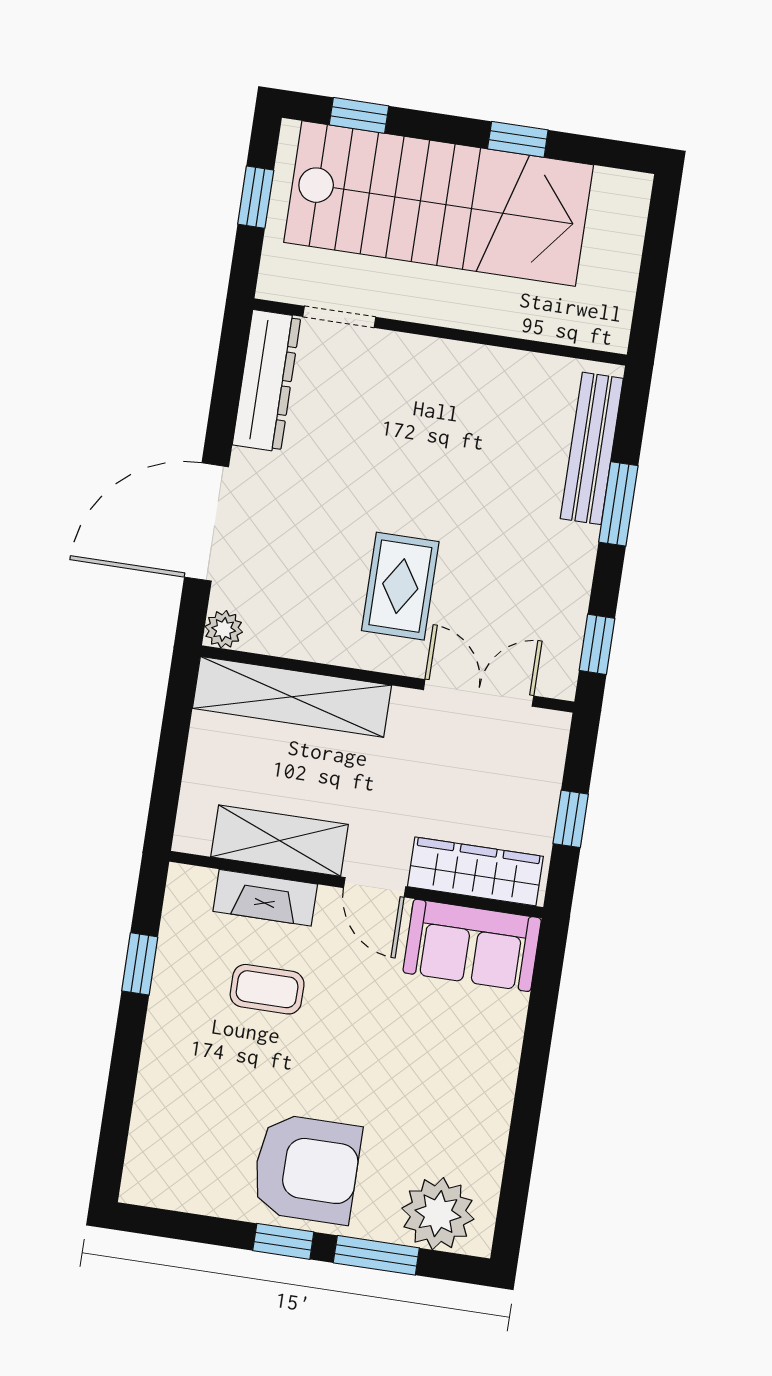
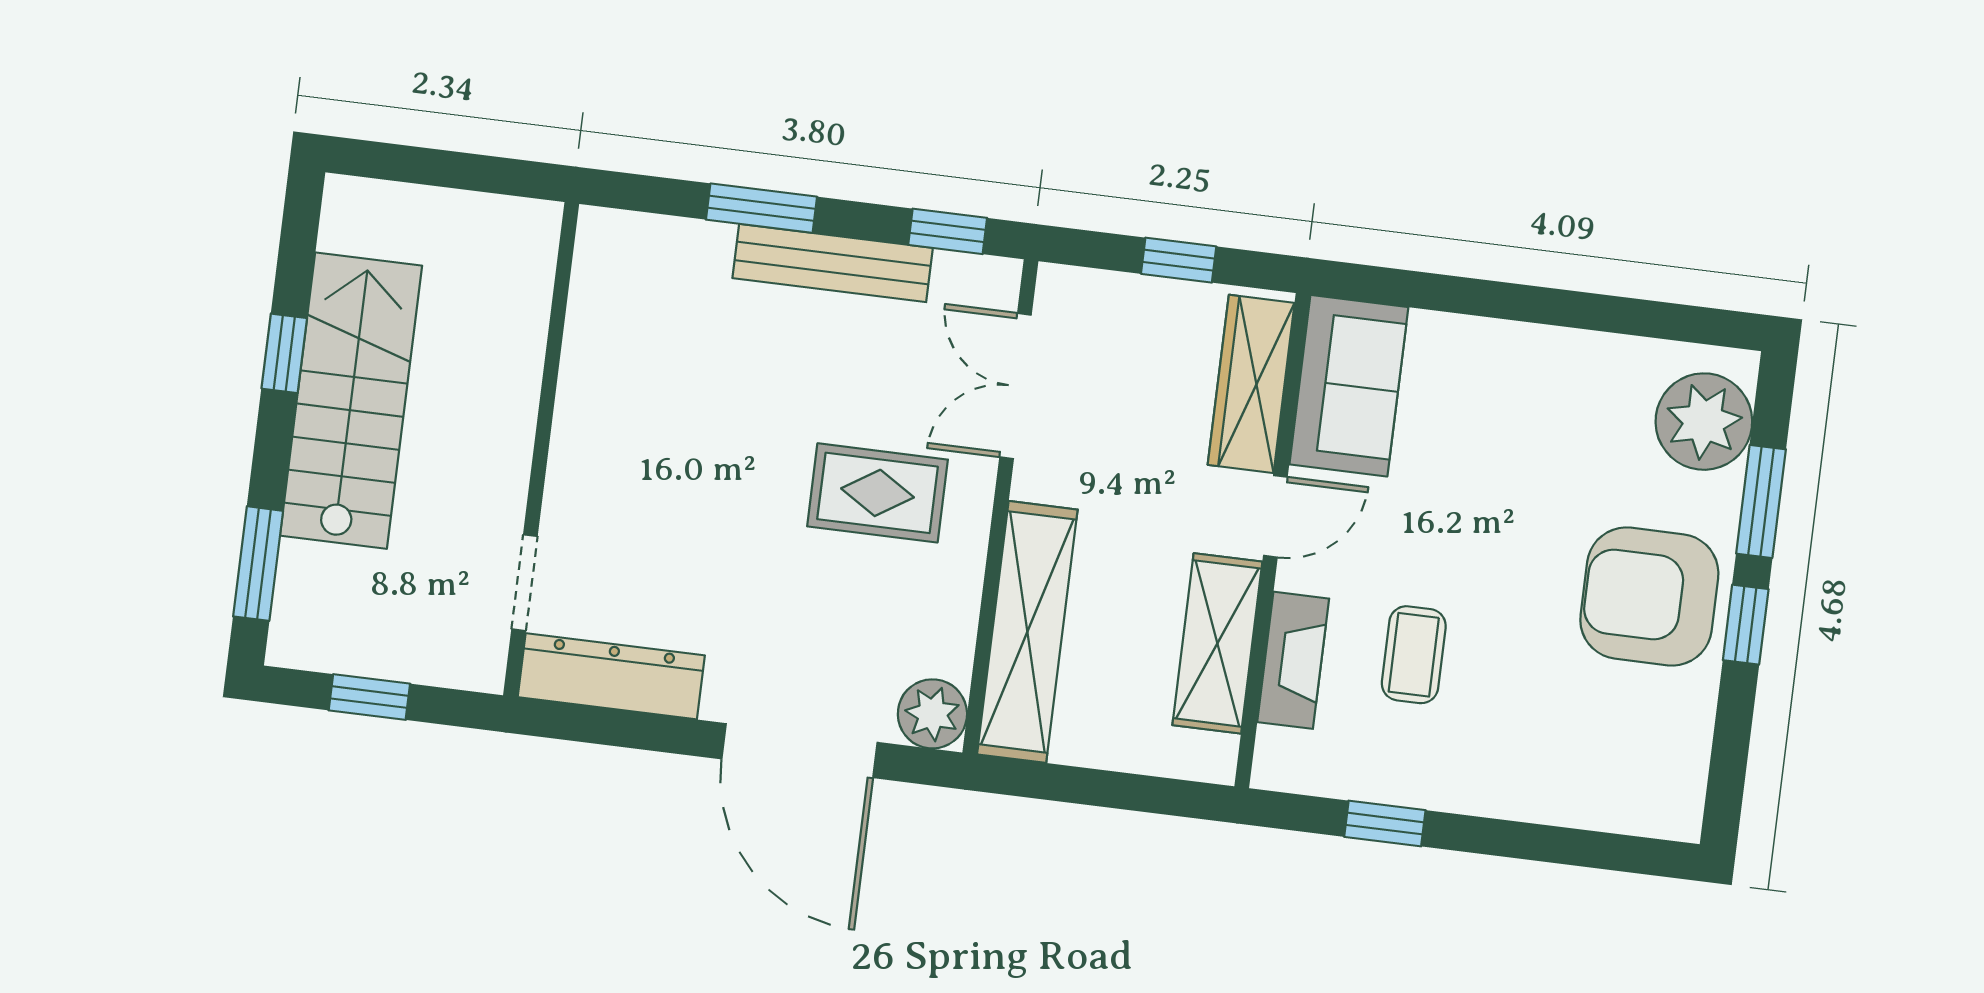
window: (359, 115) -> (258, 564), width x1.50
stairs: (439, 204) -> (351, 401), width x0.73, depth x0.66
bench: (592, 448) -> (833, 263), moved
plant: (224, 629) -> (932, 714), width x1.38, depth x1.38
armchair: (306, 1169) -> (1649, 596), turned -90

